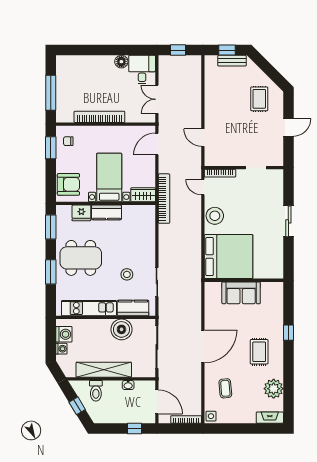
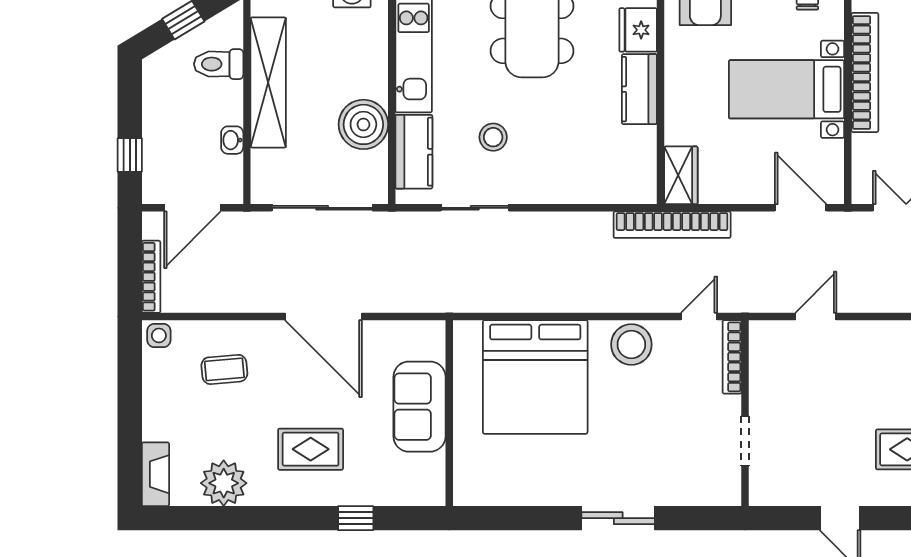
bed with nightstands: (109, 178) -> (786, 89), moved, turned 180
wall: (244, 280) -> (449, 413), moved
sofa: (241, 293) -> (419, 407), moved

